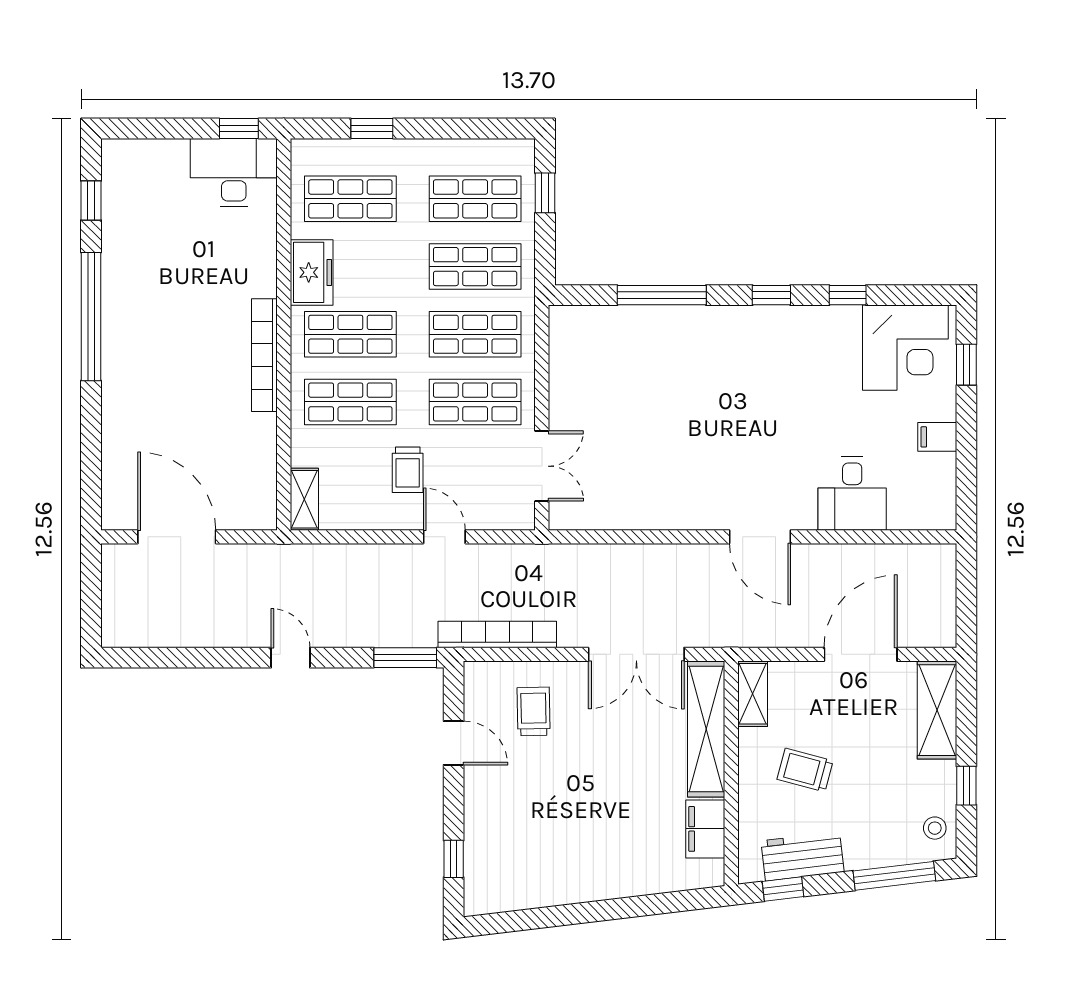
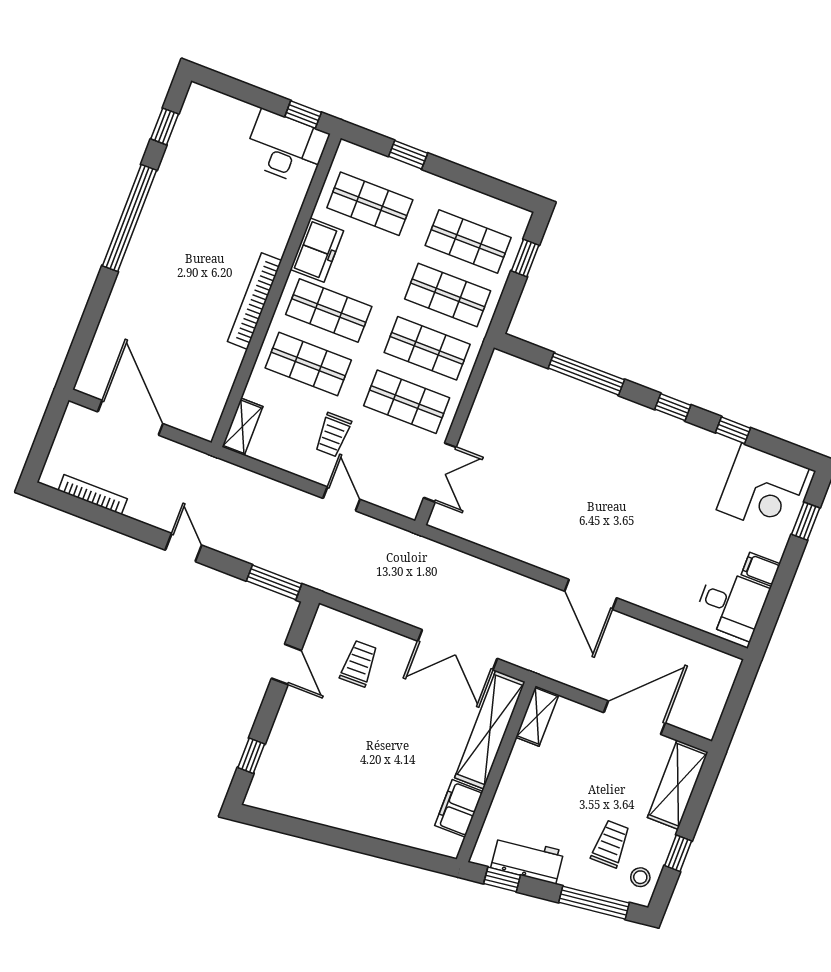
desk: (852, 494) -> (732, 604), moved, turned -90
bookcase: (497, 634) -> (93, 495), moved, width x0.68, depth x0.76
trolley: (805, 770) -> (611, 844), moved, turned 75

